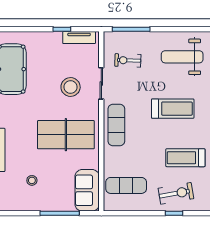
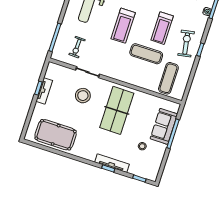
tv unit: (79, 38) -> (44, 91), moved
treadmill: (173, 109) -> (123, 26), turned 180
exercise mat: (116, 125) -> (146, 54), moved
sofa: (87, 190) -> (164, 126), moved, turned 90

